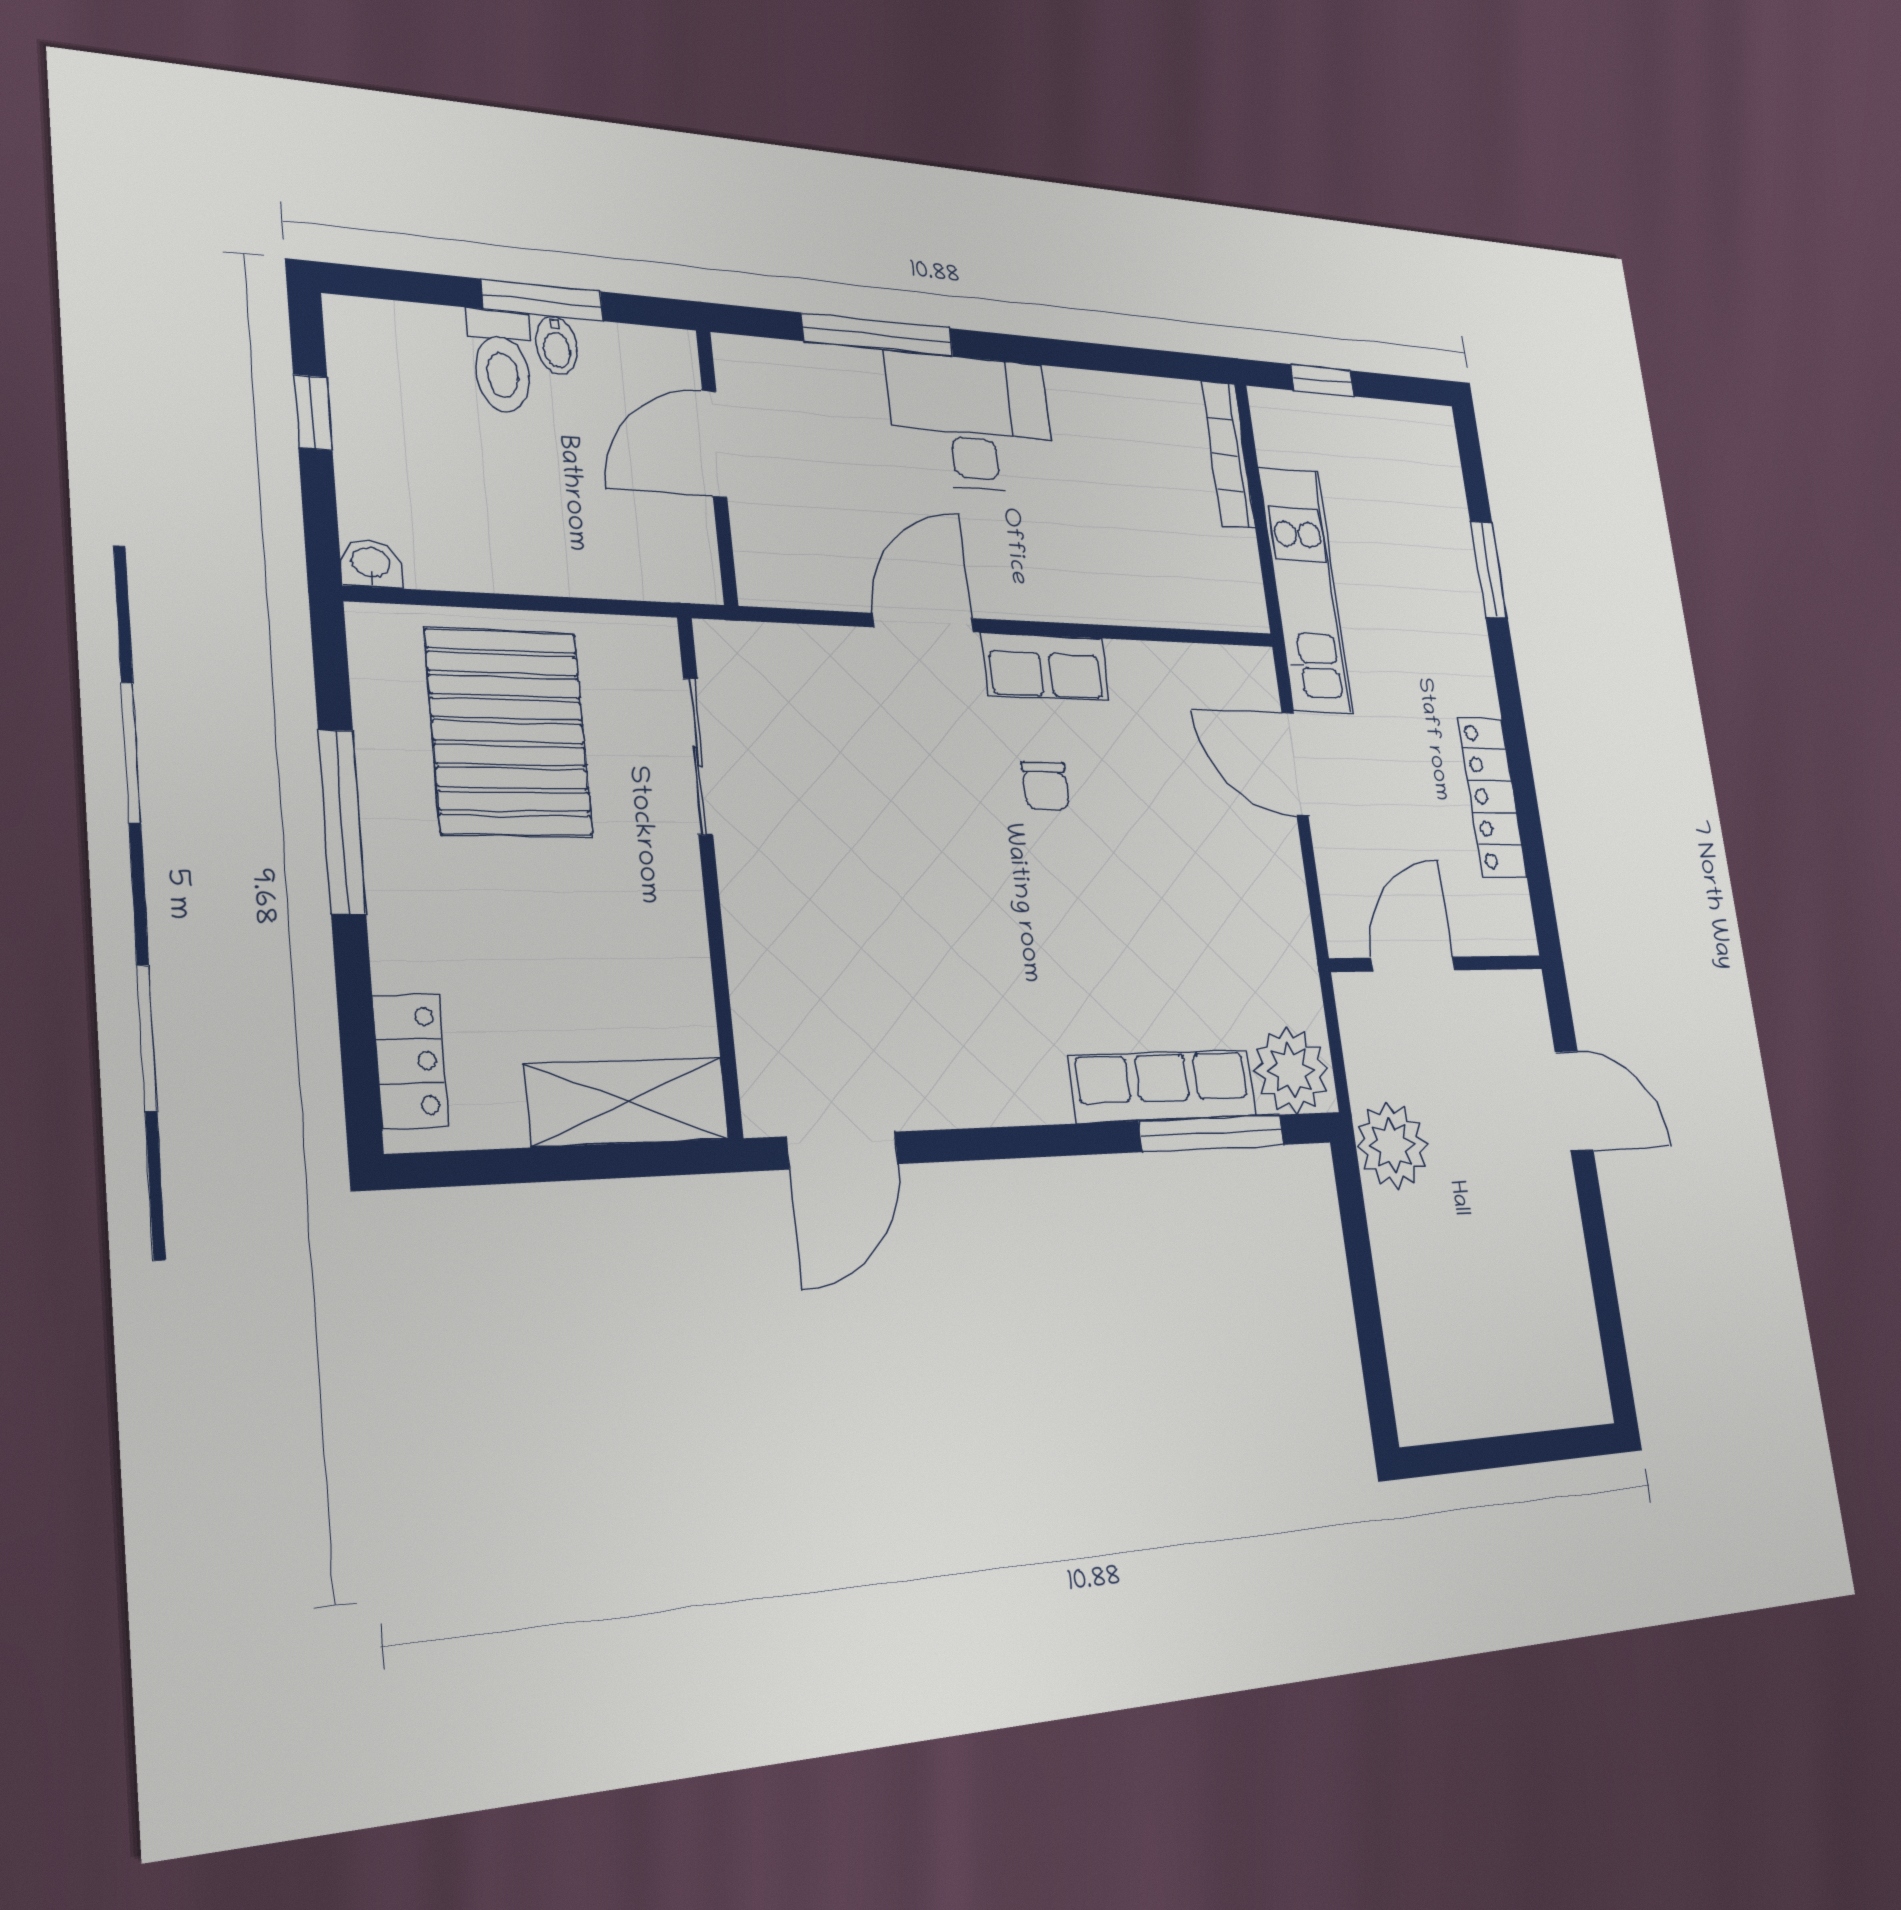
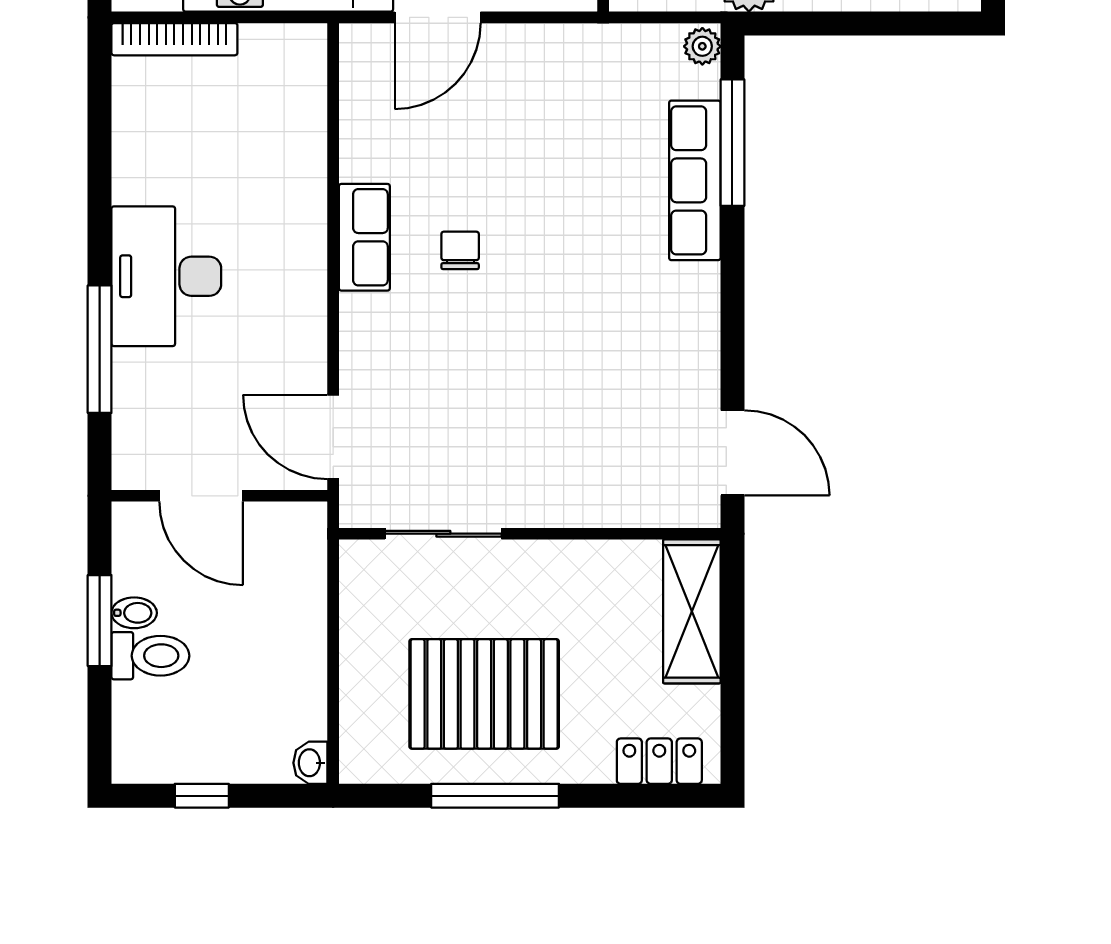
door: (923, 623) -> (333, 437), moved
pallet: (509, 732) -> (484, 694), moved
chair: (1045, 786) -> (460, 250), turned -90
plant: (1291, 1070) -> (702, 46), width x0.53, depth x0.53

